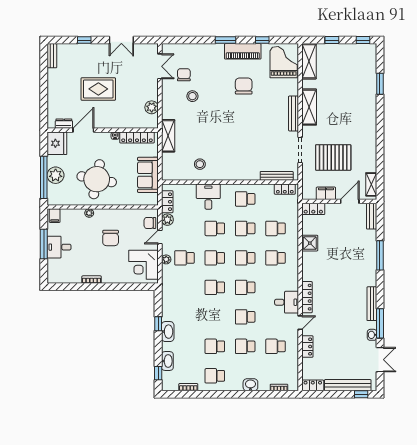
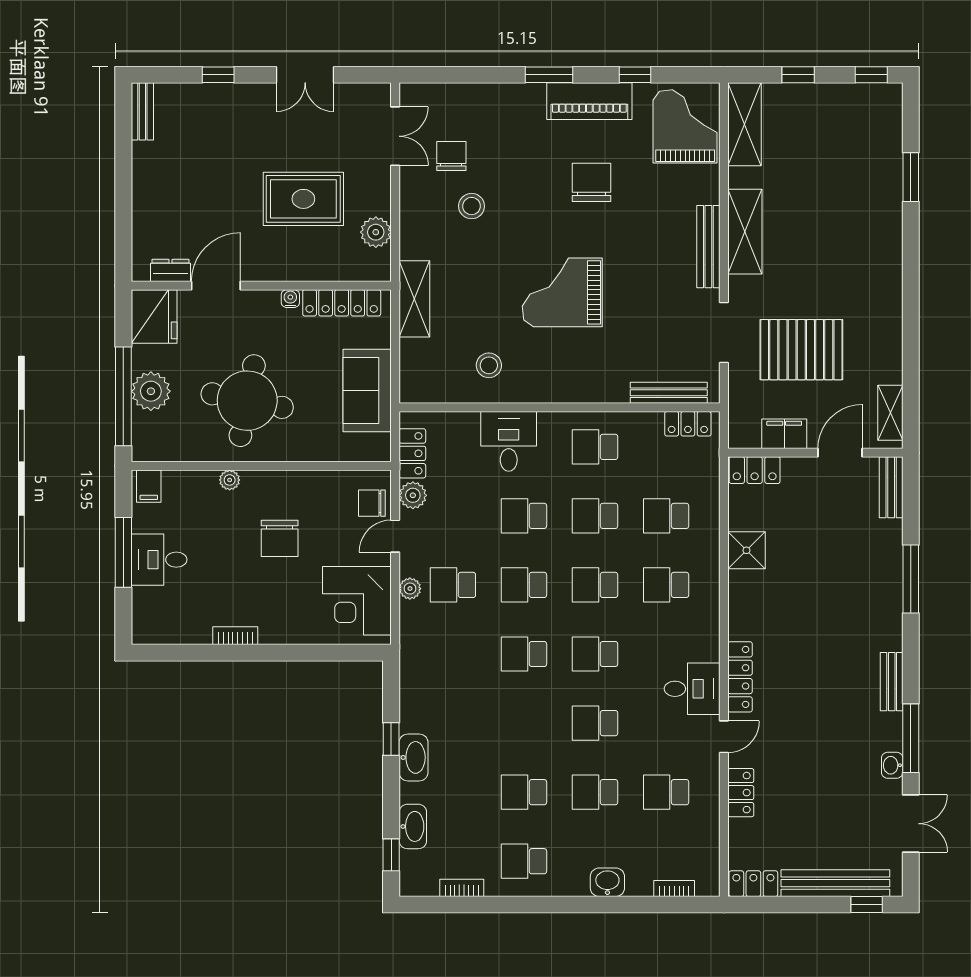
rug: (98, 89) -> (303, 199), moved
grand piano: (231, 133) -> (562, 292), added
bench: (372, 304) -> (892, 682), width x0.73

